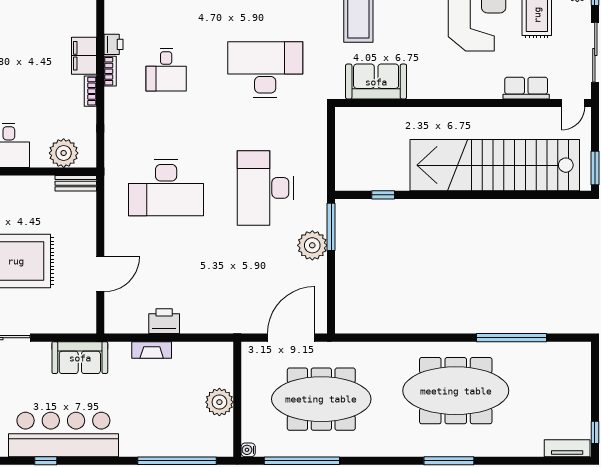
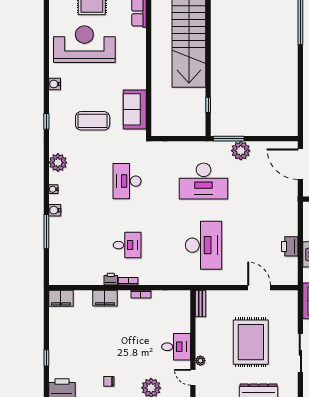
filing cabinet: (84, 56) -> (105, 298), moved
desk: (265, 70) -> (127, 181), width x0.73, depth x0.77
plant: (64, 153) -> (181, 311), removed

